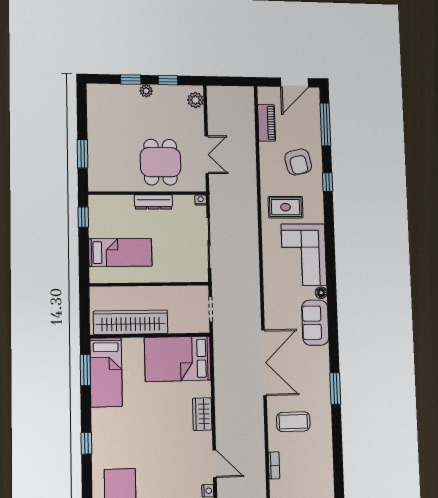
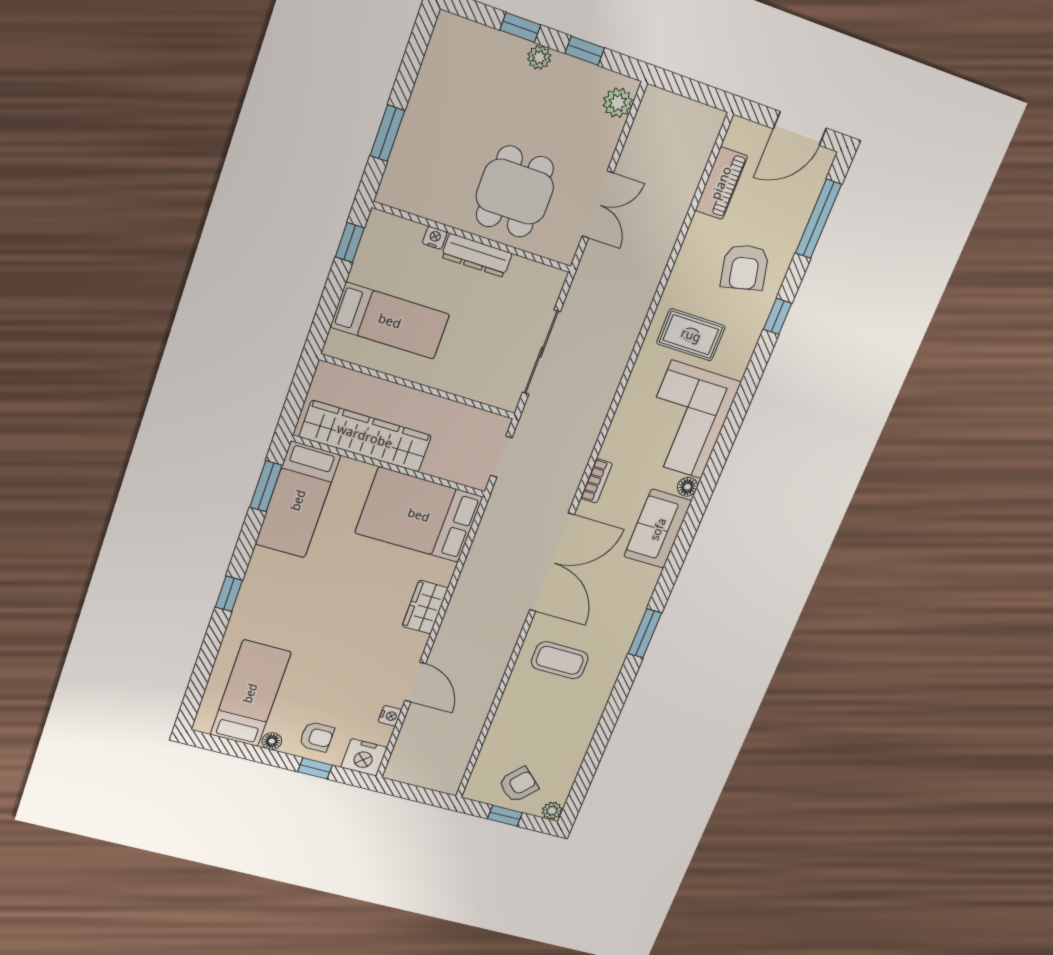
nightstand: (201, 200) -> (435, 238), moved
bookcase: (274, 465) -> (596, 481), moved

